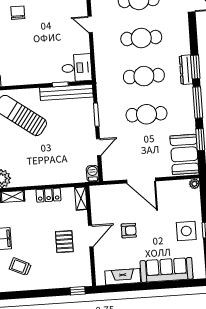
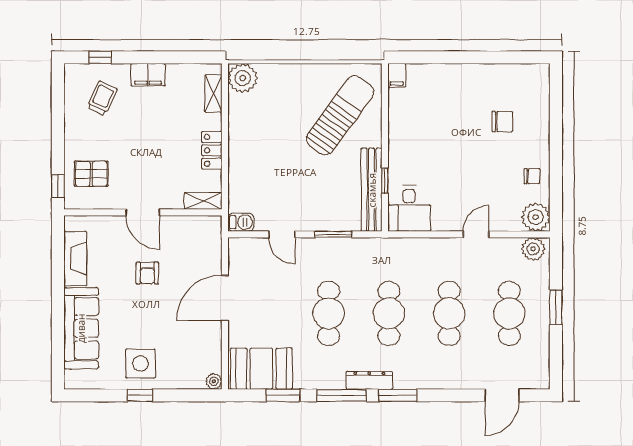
dresser: (186, 70) -> (369, 380), moved
pallet: (64, 242) -> (91, 174), moved

